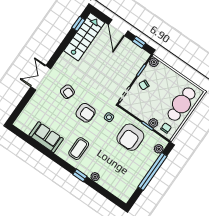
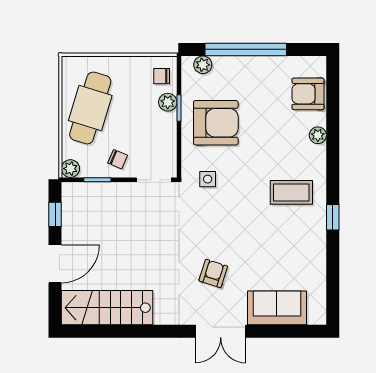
window: (78, 24) -> (93, 331), removed
cafe table: (181, 104) -> (90, 108), moved, turned -73
armchair: (86, 113) -> (308, 94), moved, turned -90
sofa: (46, 137) -> (277, 308), moved, turned 90
window: (80, 175) -> (333, 217), moved

